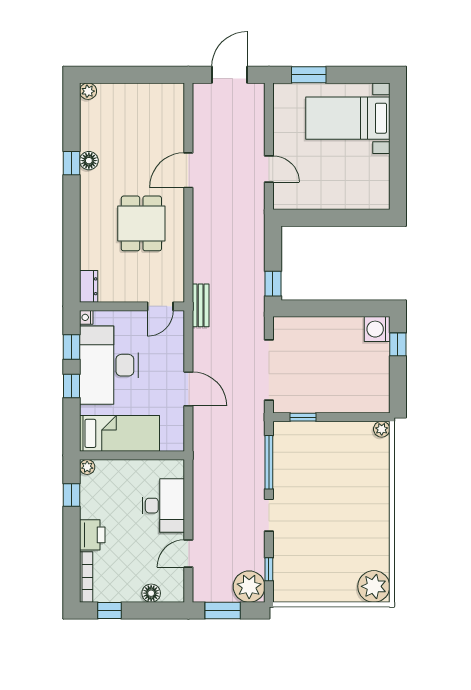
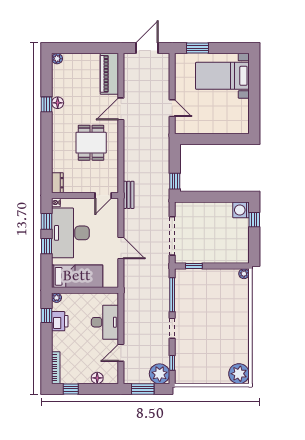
piano: (170, 115) -> (109, 74), added
printer: (92, 535) -> (60, 321), moved

